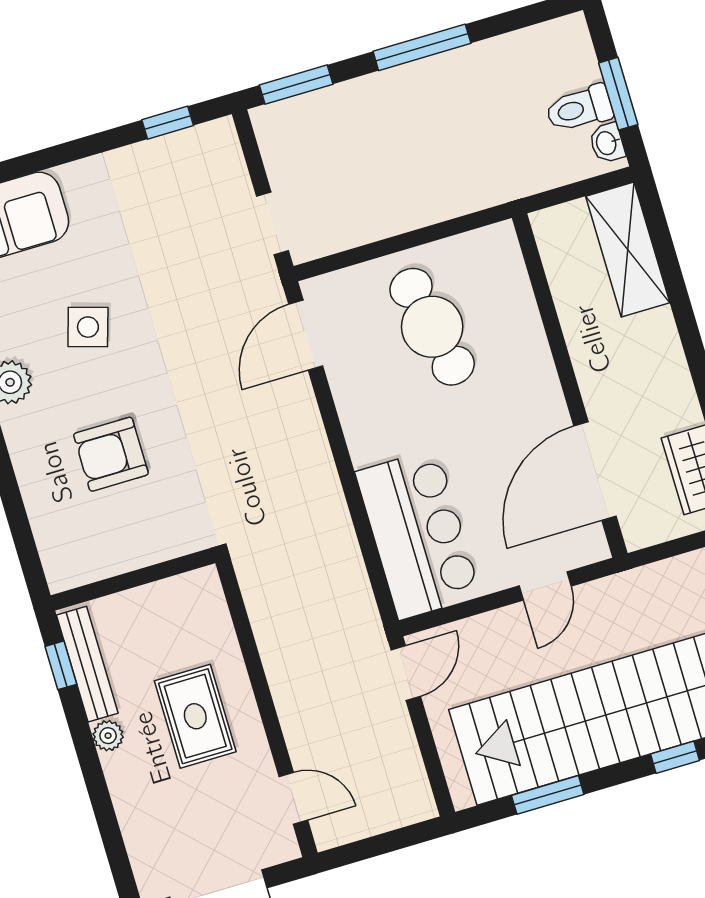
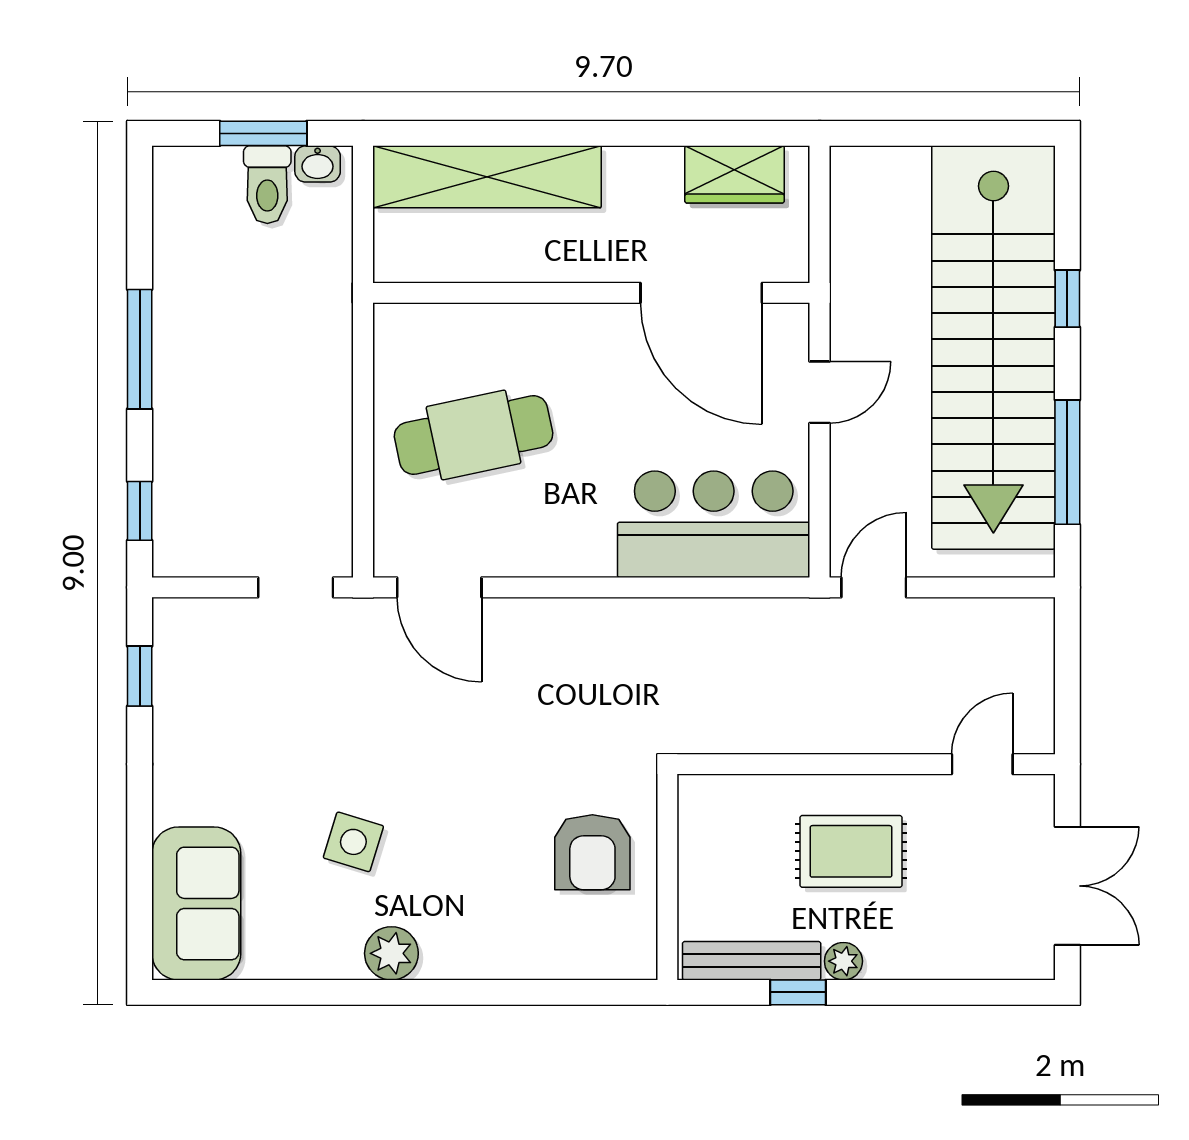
window: (296, 85) -> (140, 511), width x0.67
shelving: (628, 249) -> (487, 177), width x1.47
armchair: (111, 454) -> (592, 852), moved
door: (545, 586) -> (820, 392), hinge flipped
window: (61, 665) -> (798, 992), moved
door: (406, 673) -> (874, 587), hinge flipped
window: (548, 795) -> (1067, 462), width x1.44

